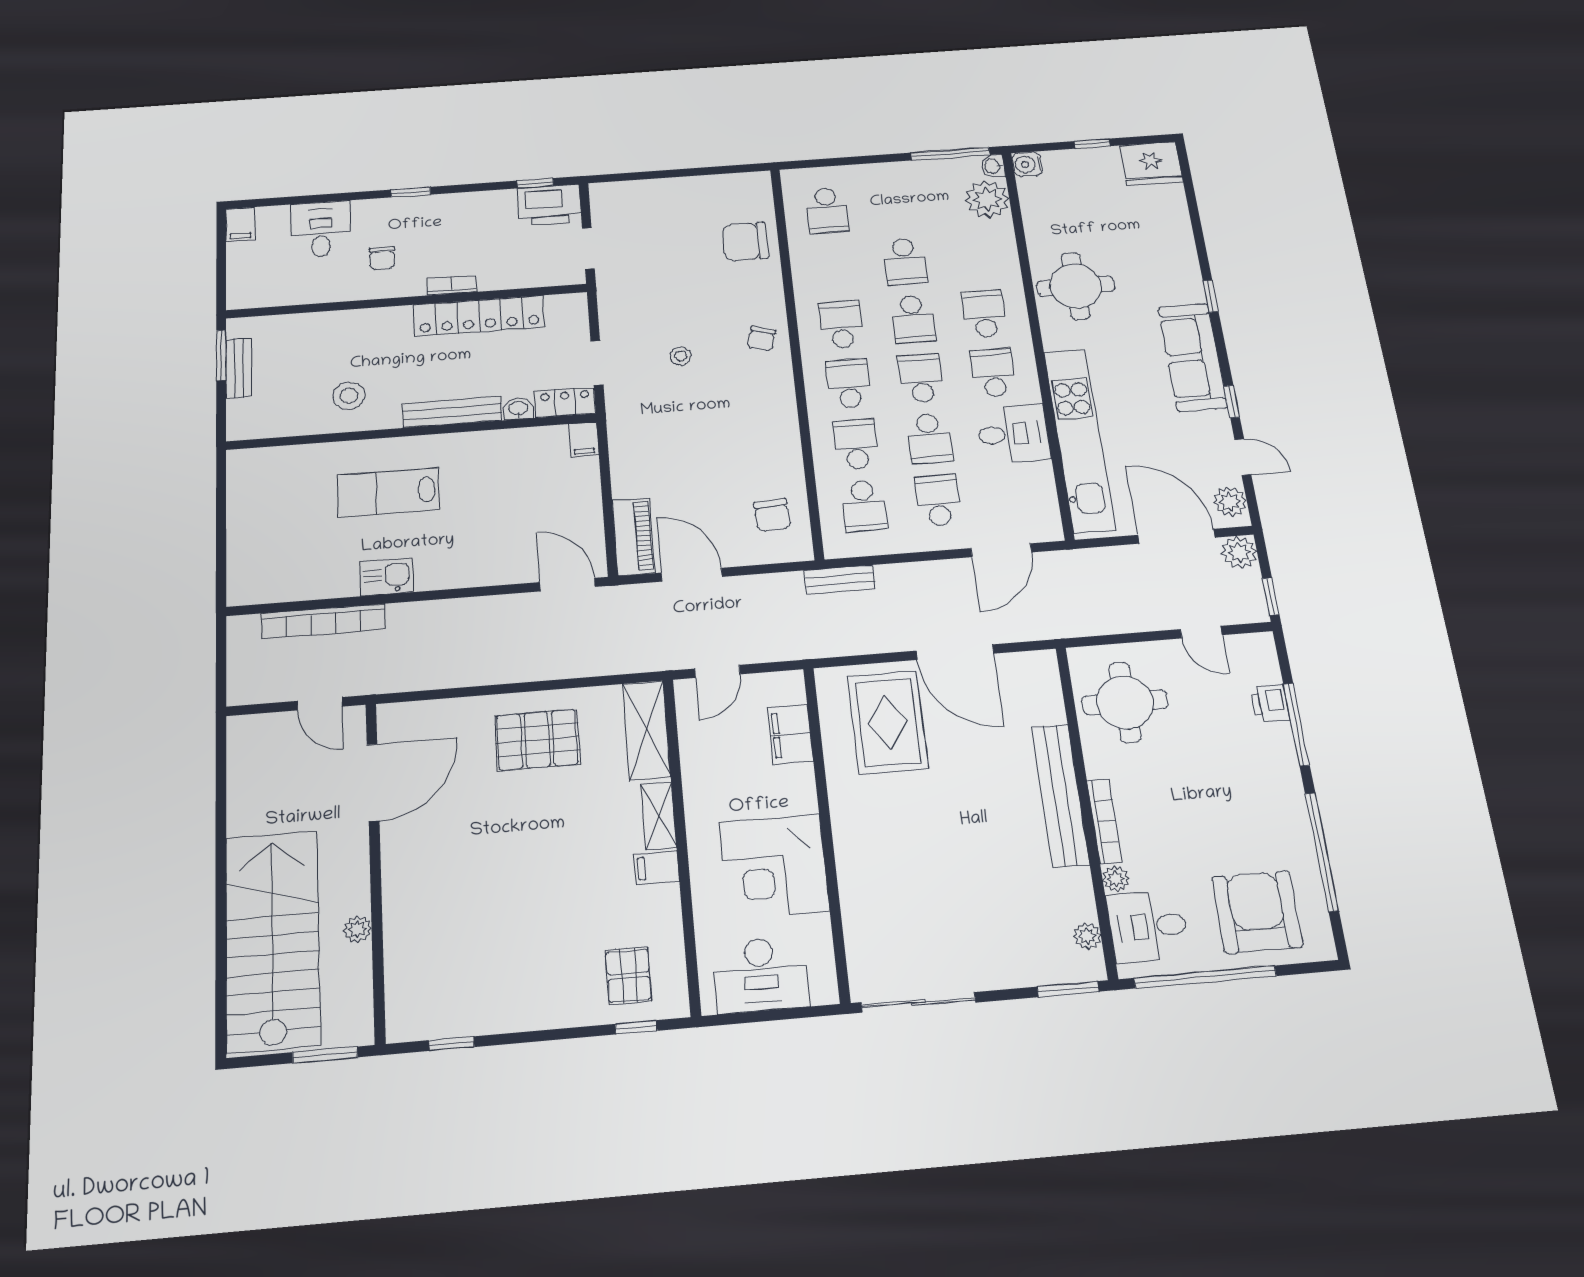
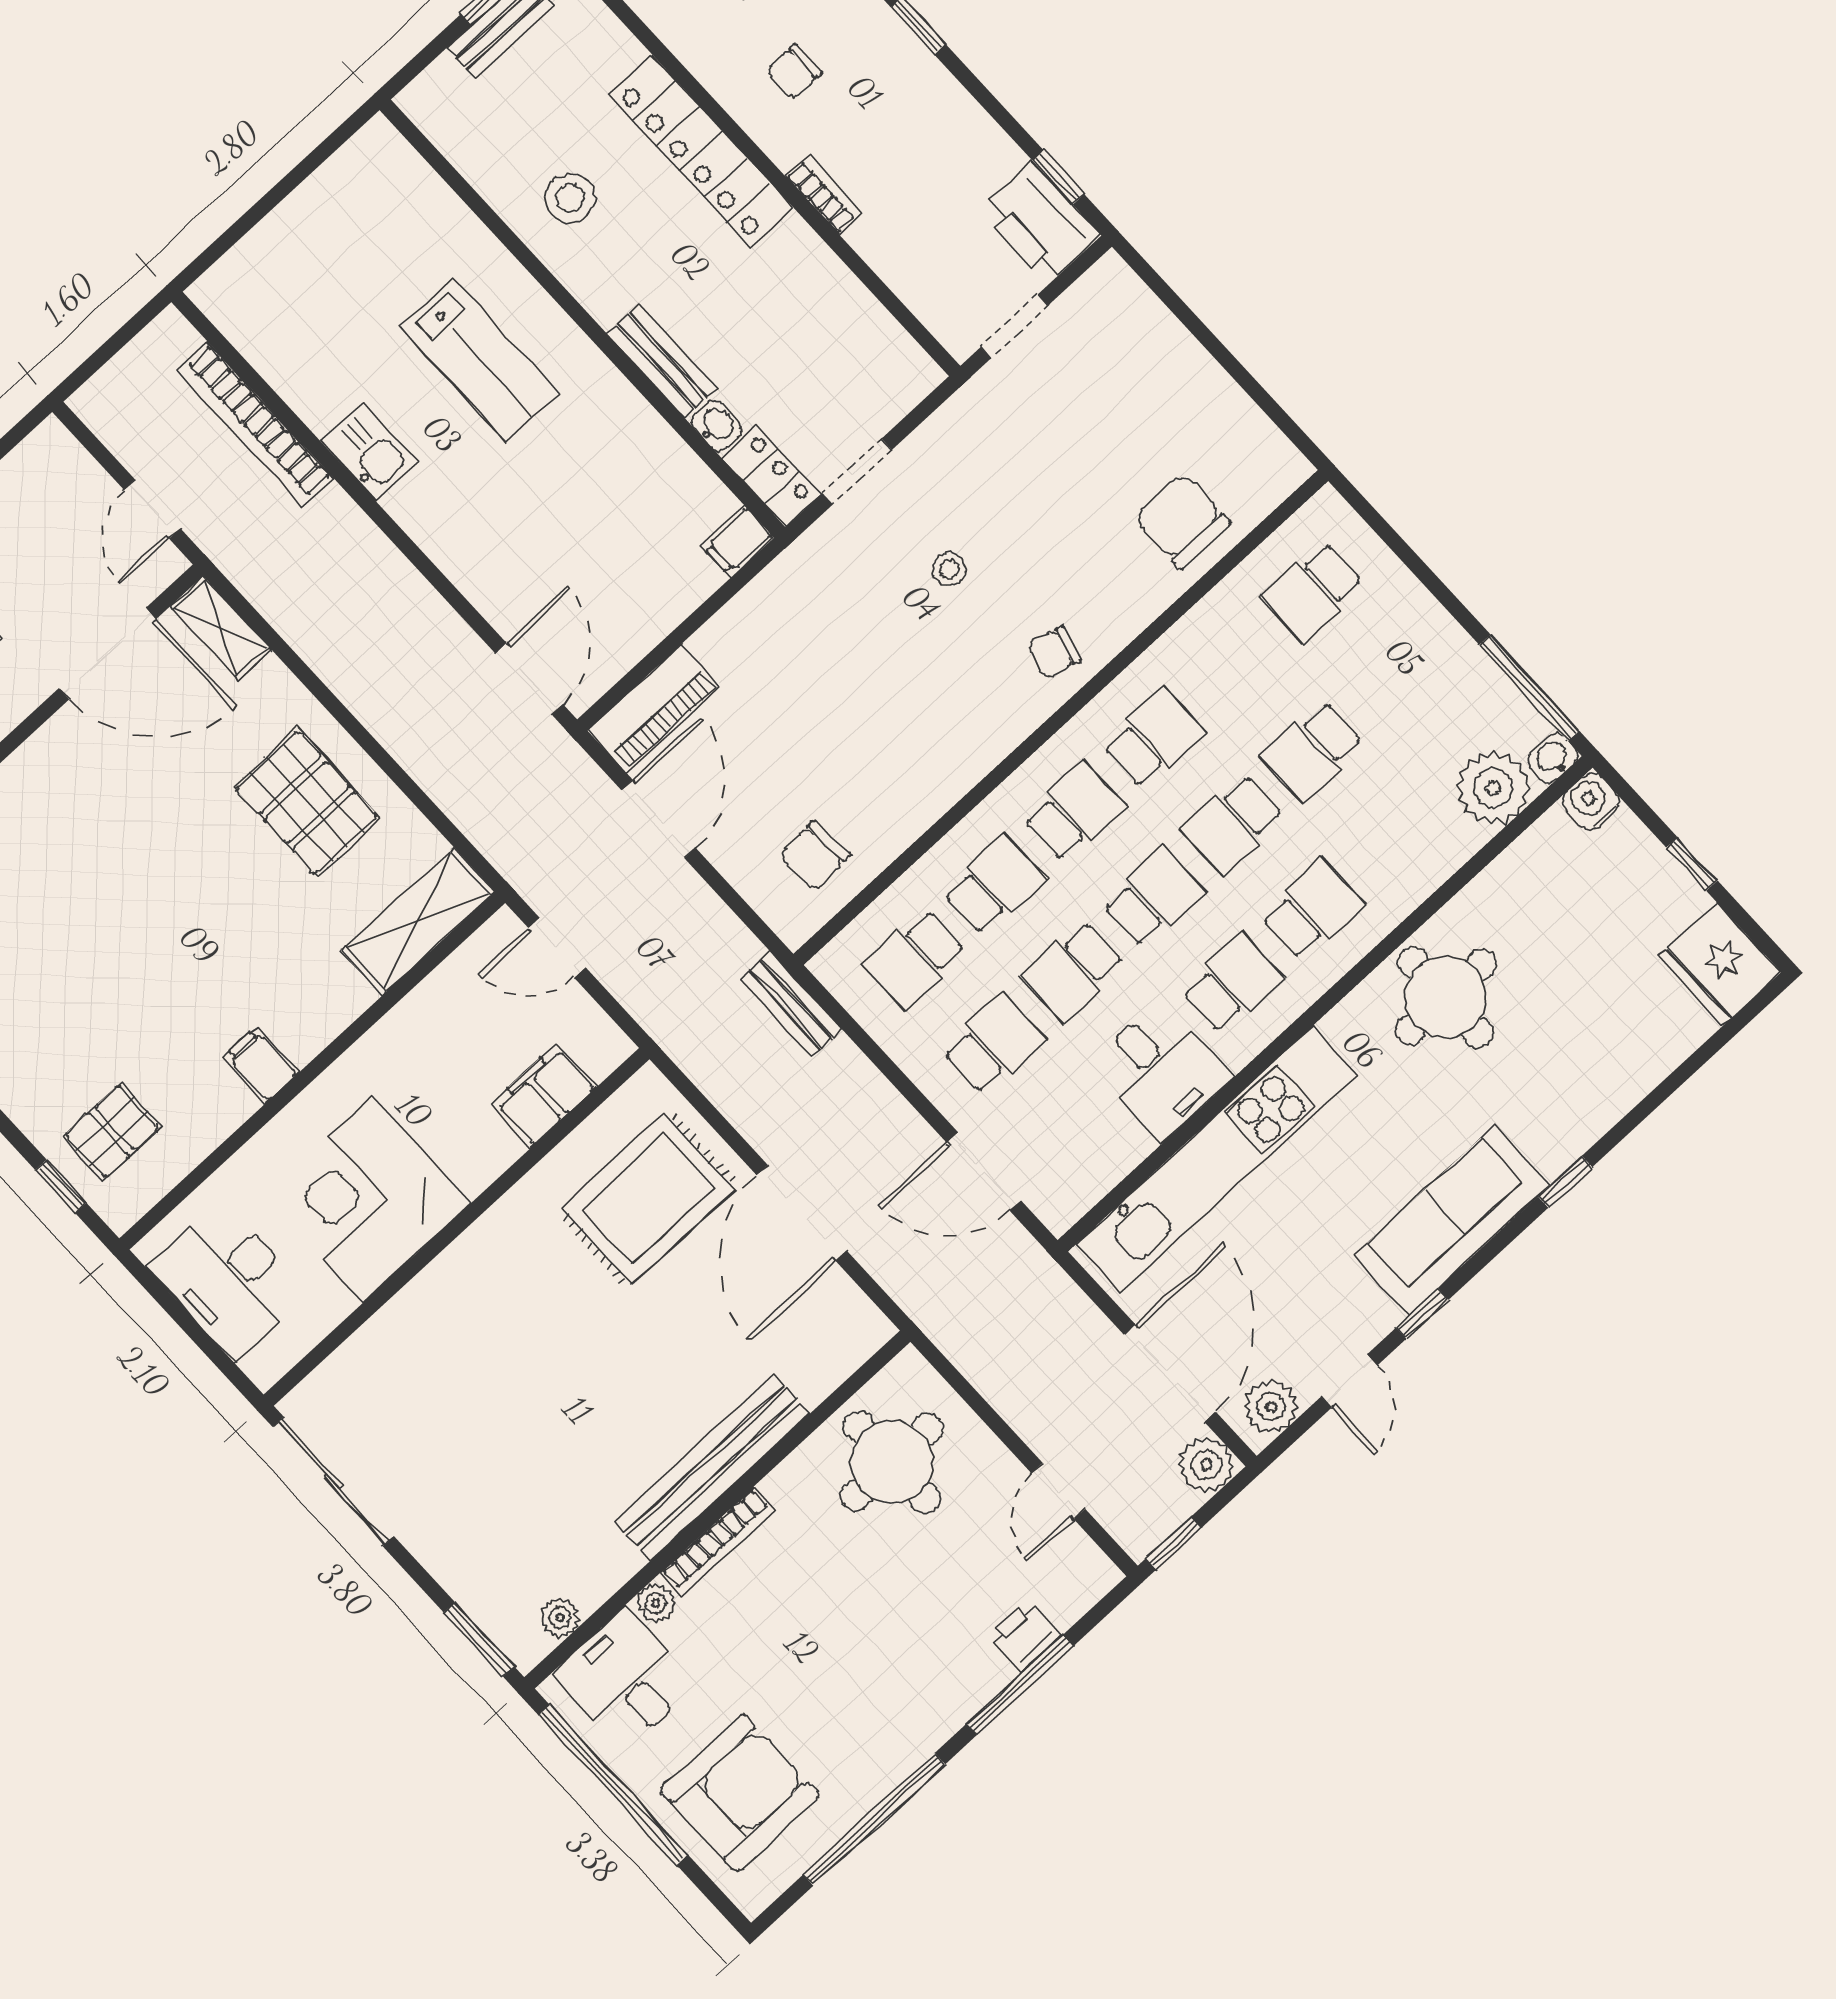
locker: (479, 316) -> (701, 151), moved
bench: (452, 412) -> (662, 361), width x0.73
lab bench: (388, 492) -> (480, 359), turned 180
shelving: (659, 816) -> (221, 628), moved, turned 90

